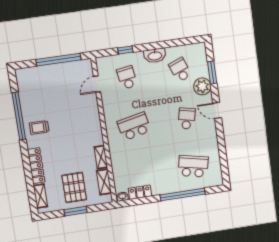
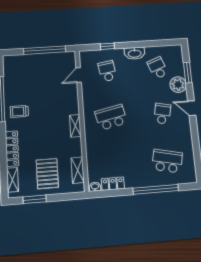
shelving: (101, 157) -> (75, 126), moved
window: (76, 211) -> (35, 199), moved

